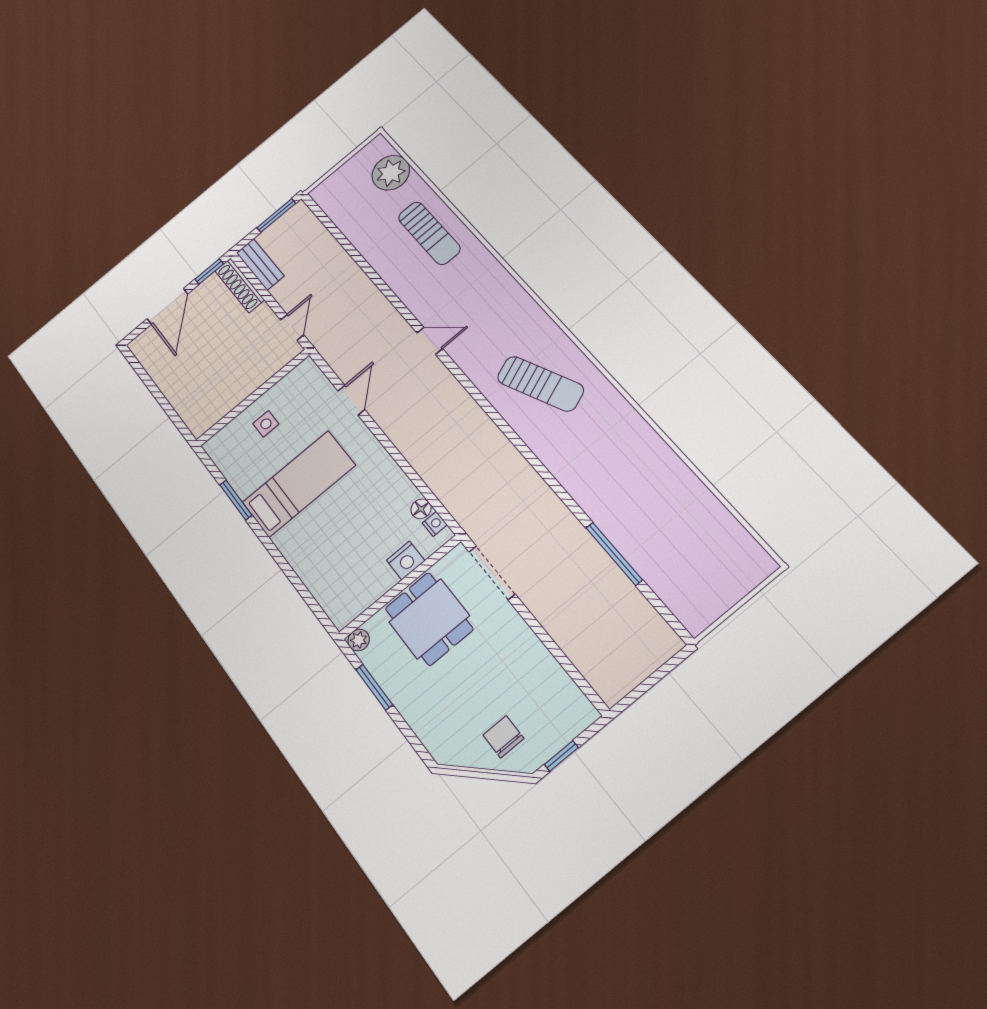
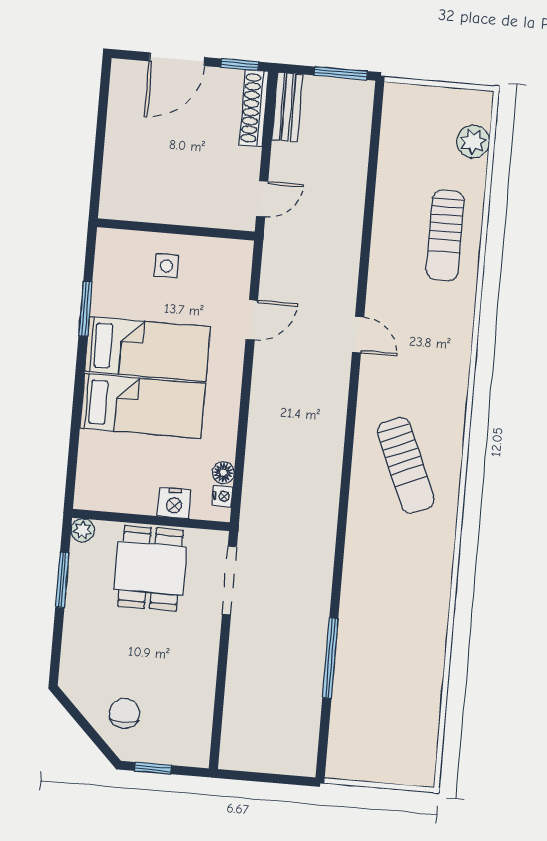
plant: (391, 173) -> (473, 142), width x0.73, depth x0.73
bed: (327, 521) -> (143, 406), added

